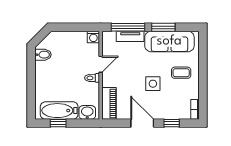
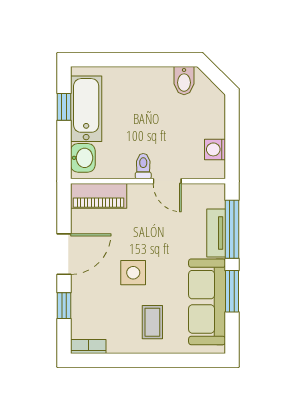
washing machine: (93, 37) -> (215, 149), moved

